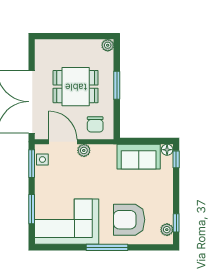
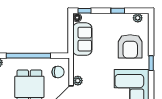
window: (117, 85) -> (28, 56), width x2.11
window: (176, 223) -> (118, 11), moved
window: (107, 247) -> (151, 63), width x0.46

